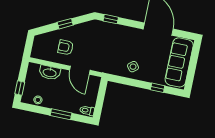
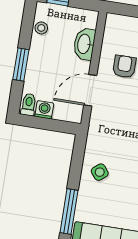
window: (158, 88) -> (69, 211), width x2.17
washing machine: (91, 100) -> (44, 110), added

